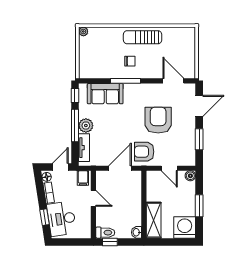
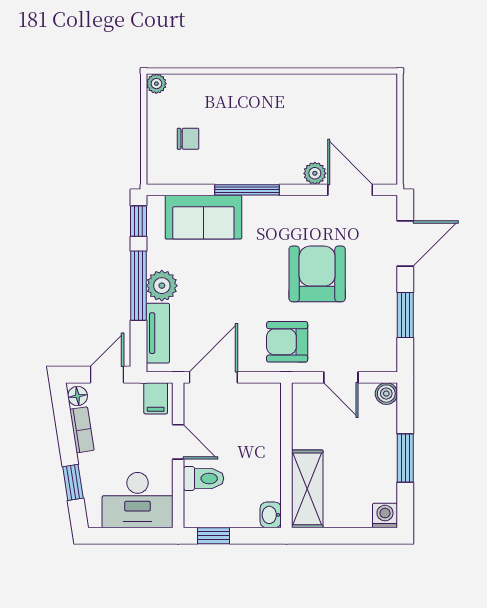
sun lounger: (143, 37) -> (284, 96), removed
chair: (130, 61) -> (188, 139), moved
plant: (157, 73) -> (315, 173), added
door: (120, 168) -> (213, 377), moved
desk: (62, 219) -> (138, 500), moved, turned -81
washing machine: (185, 227) -> (385, 515), width x0.53, depth x0.53
toilet: (105, 233) -> (204, 478), moved

